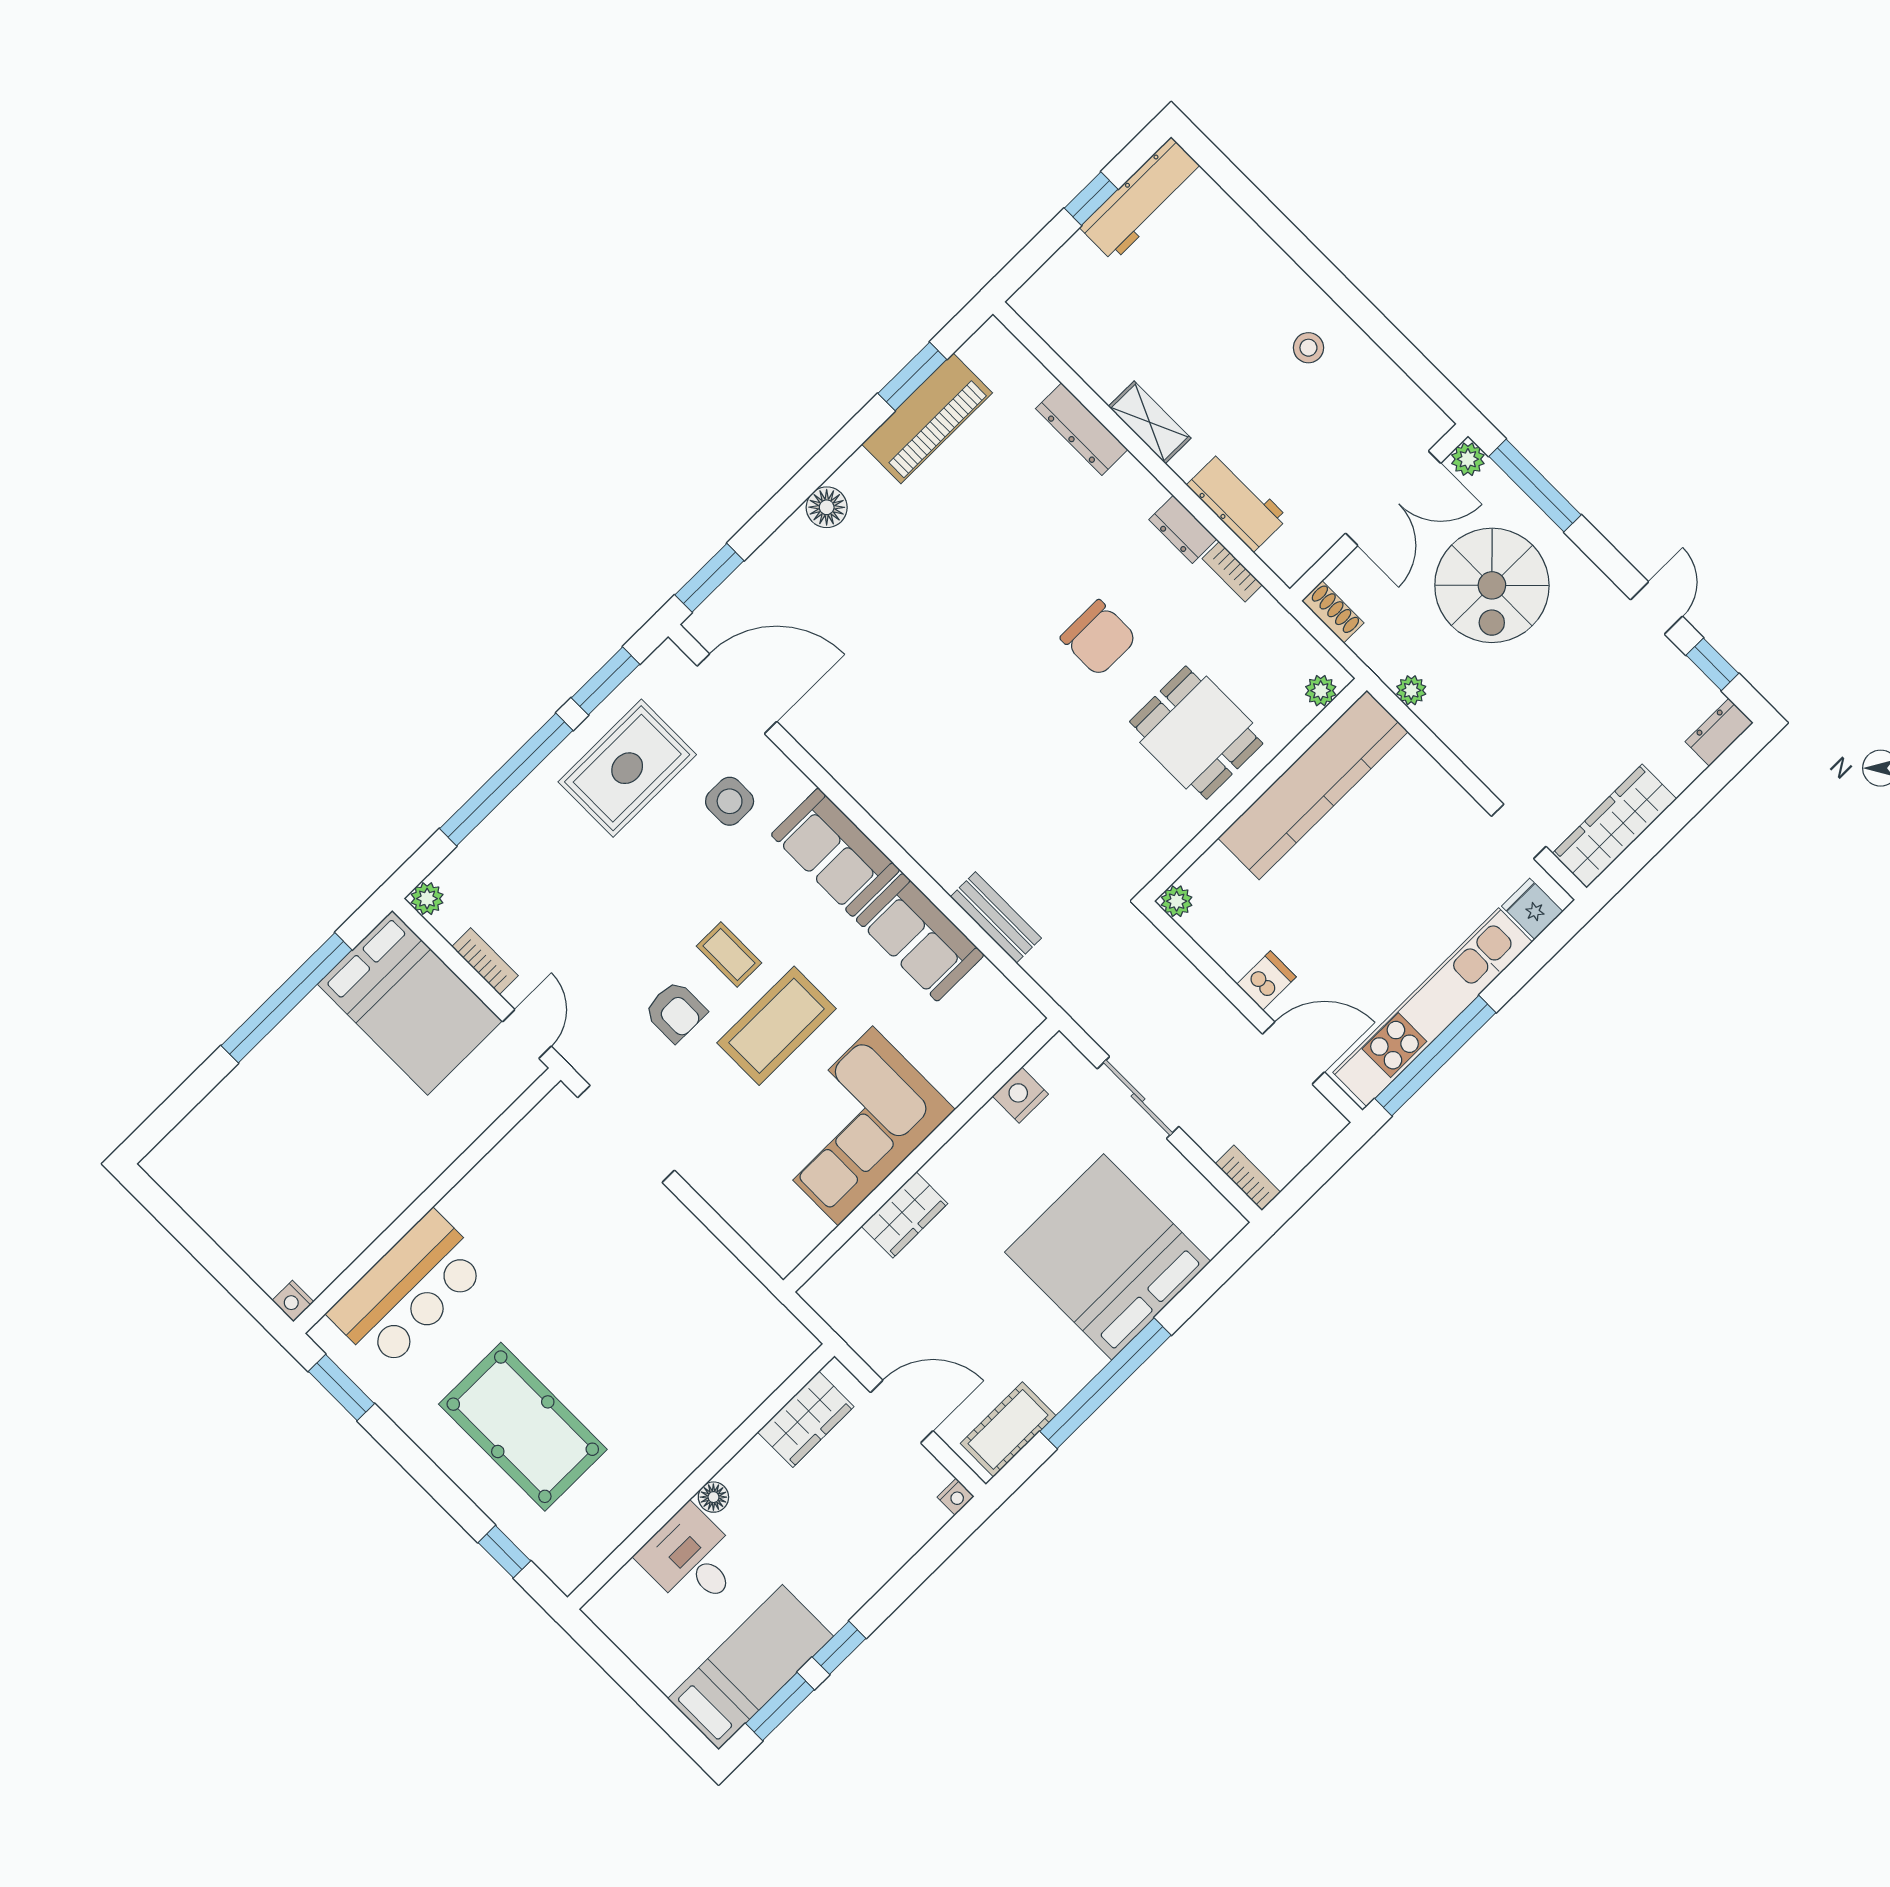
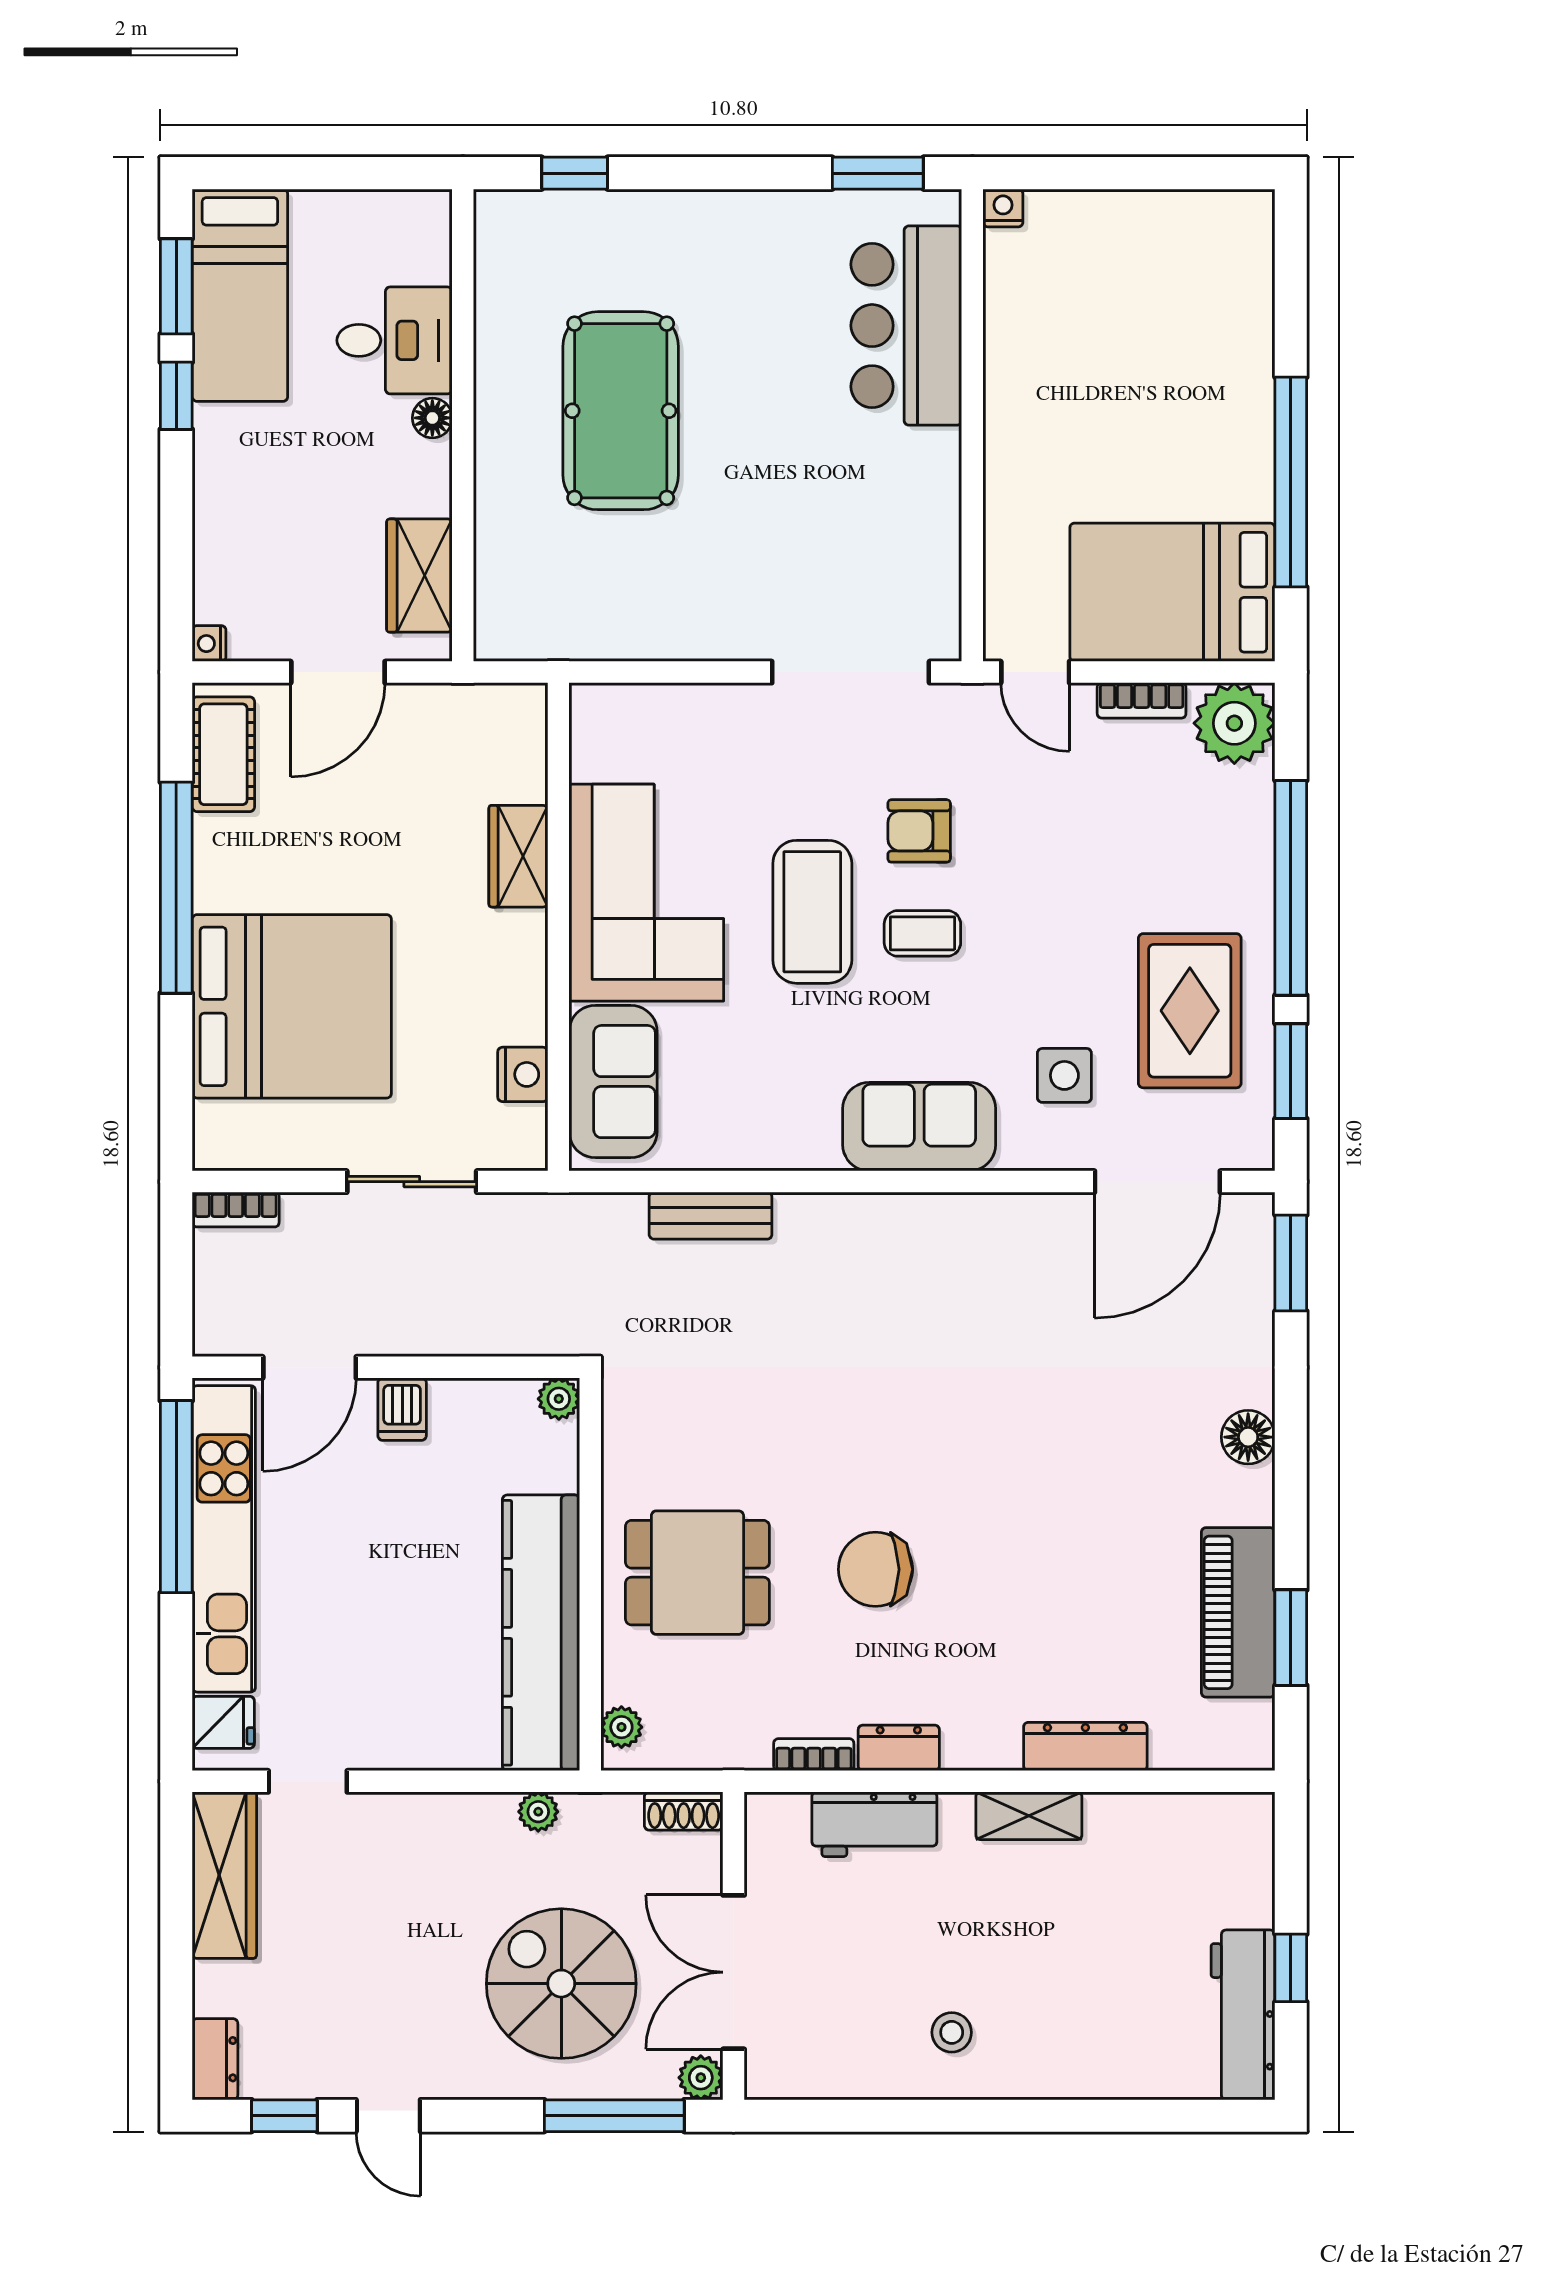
plant: (427, 899) -> (1234, 723), width x1.88, depth x1.88
sofa: (920, 937) -> (613, 1082), moved, turned 90
pool table: (523, 1427) -> (621, 411), moved, turned 90

